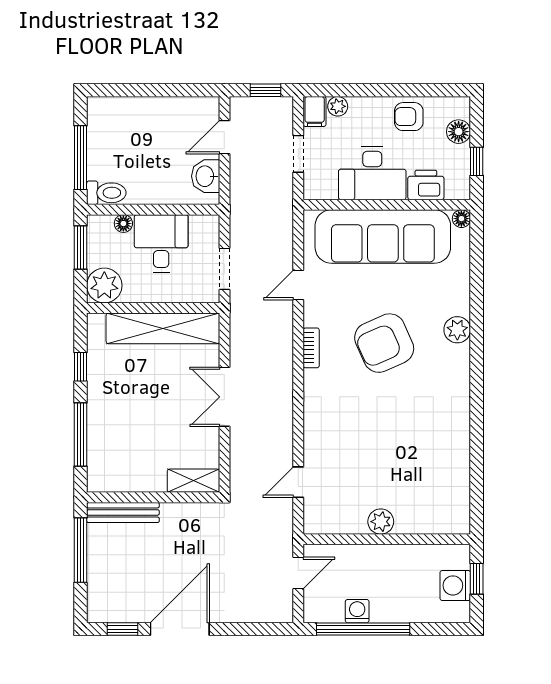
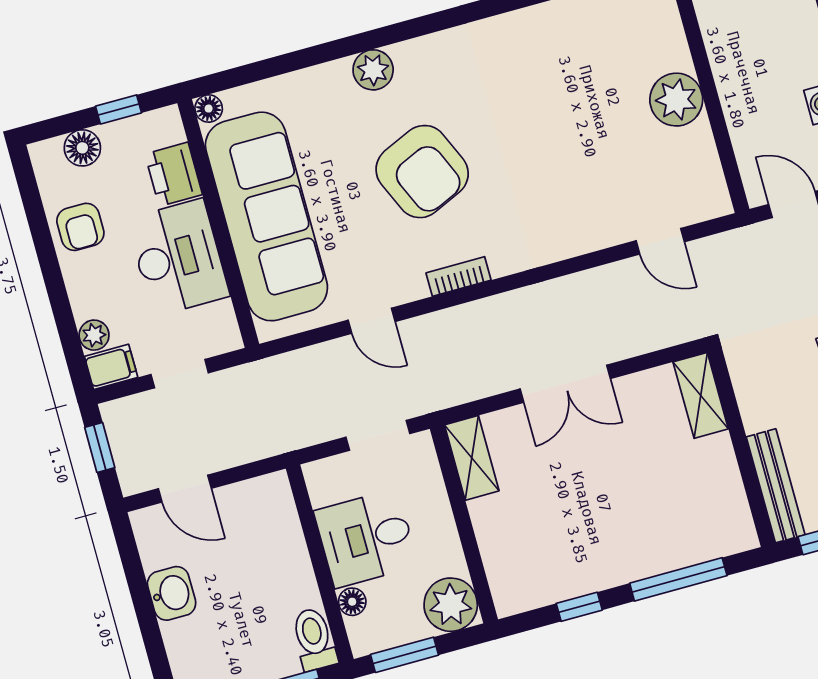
washbasin: (206, 176) -> (172, 593), moved, turned -90
shelving: (163, 328) -> (472, 458), width x0.45, depth x0.75
plant: (381, 522) -> (676, 100), width x1.36, depth x1.36

